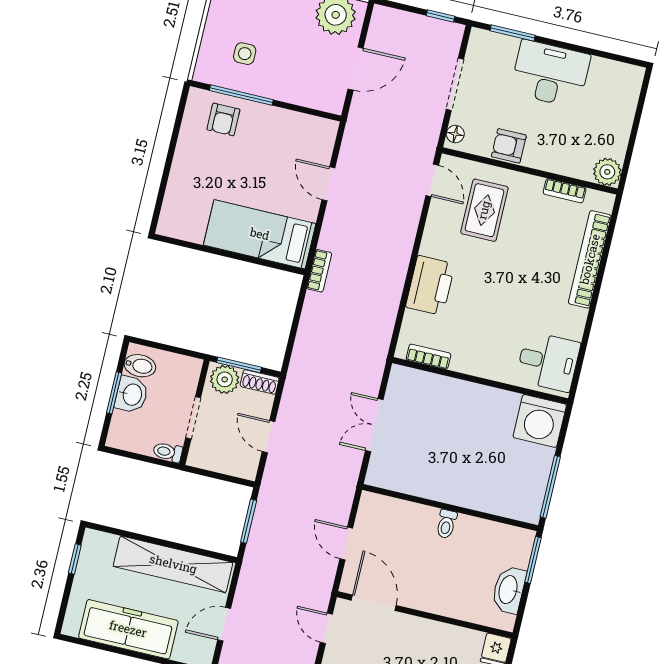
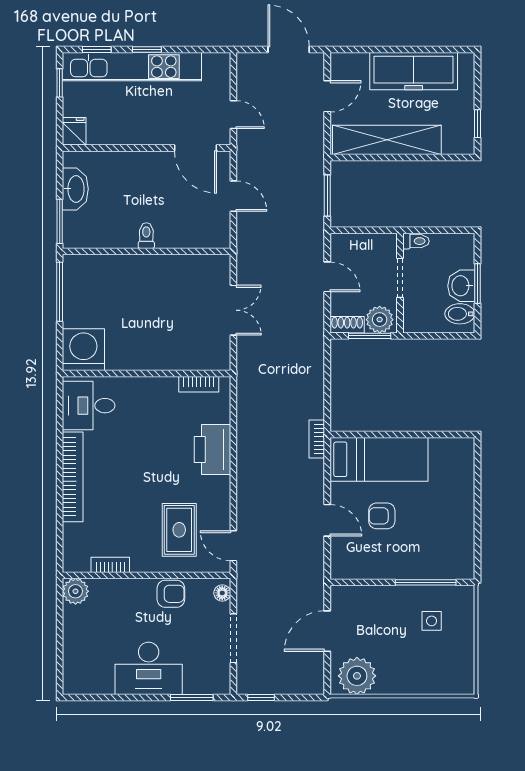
armchair: (223, 119) -> (382, 516), moved, turned -90
bookcase: (590, 259) -> (73, 477), moved

